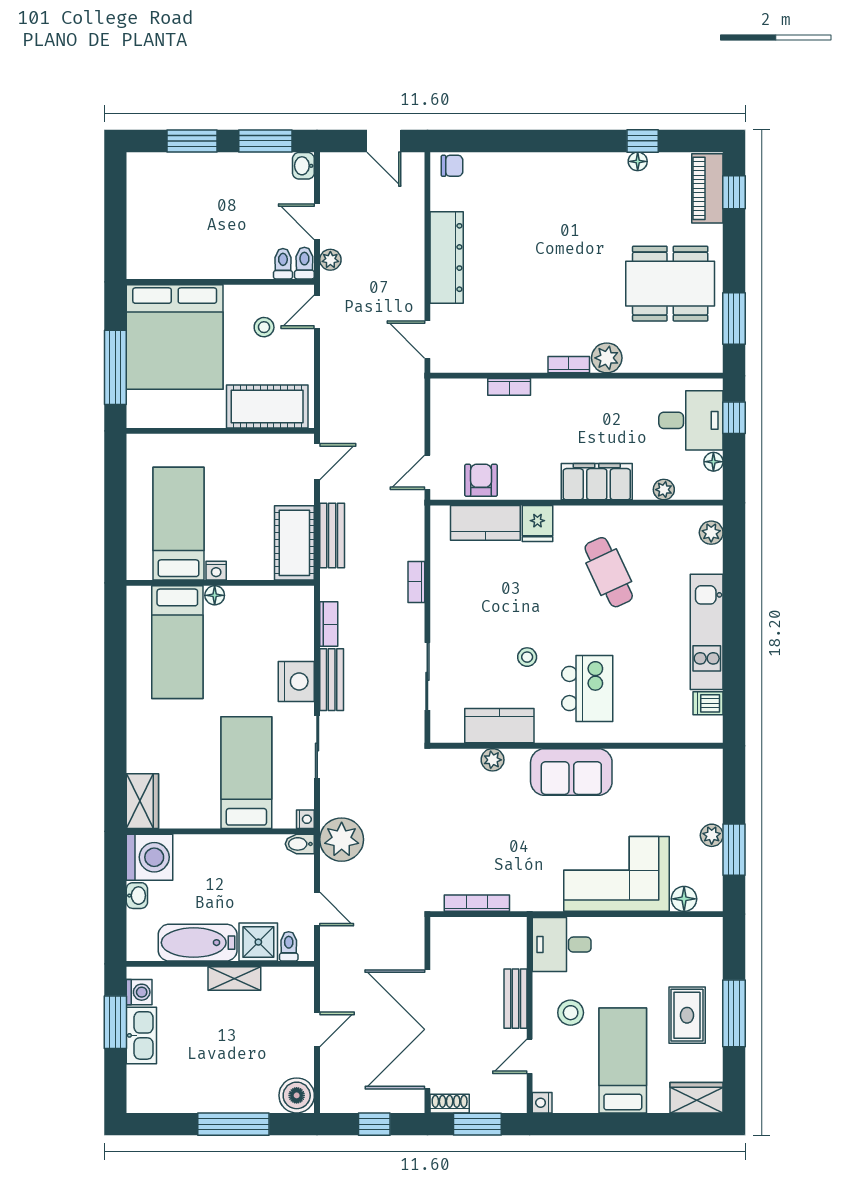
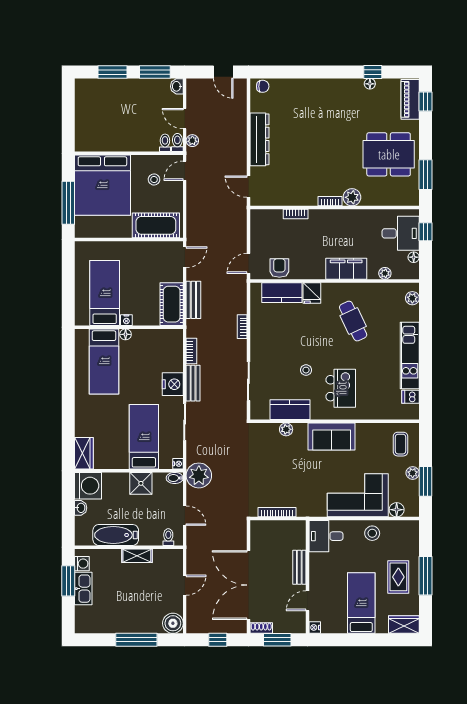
coffee table: (691, 785) -> (401, 444), added
shower: (258, 942) -> (141, 483), moved
stool: (571, 1013) -> (372, 533), moved

